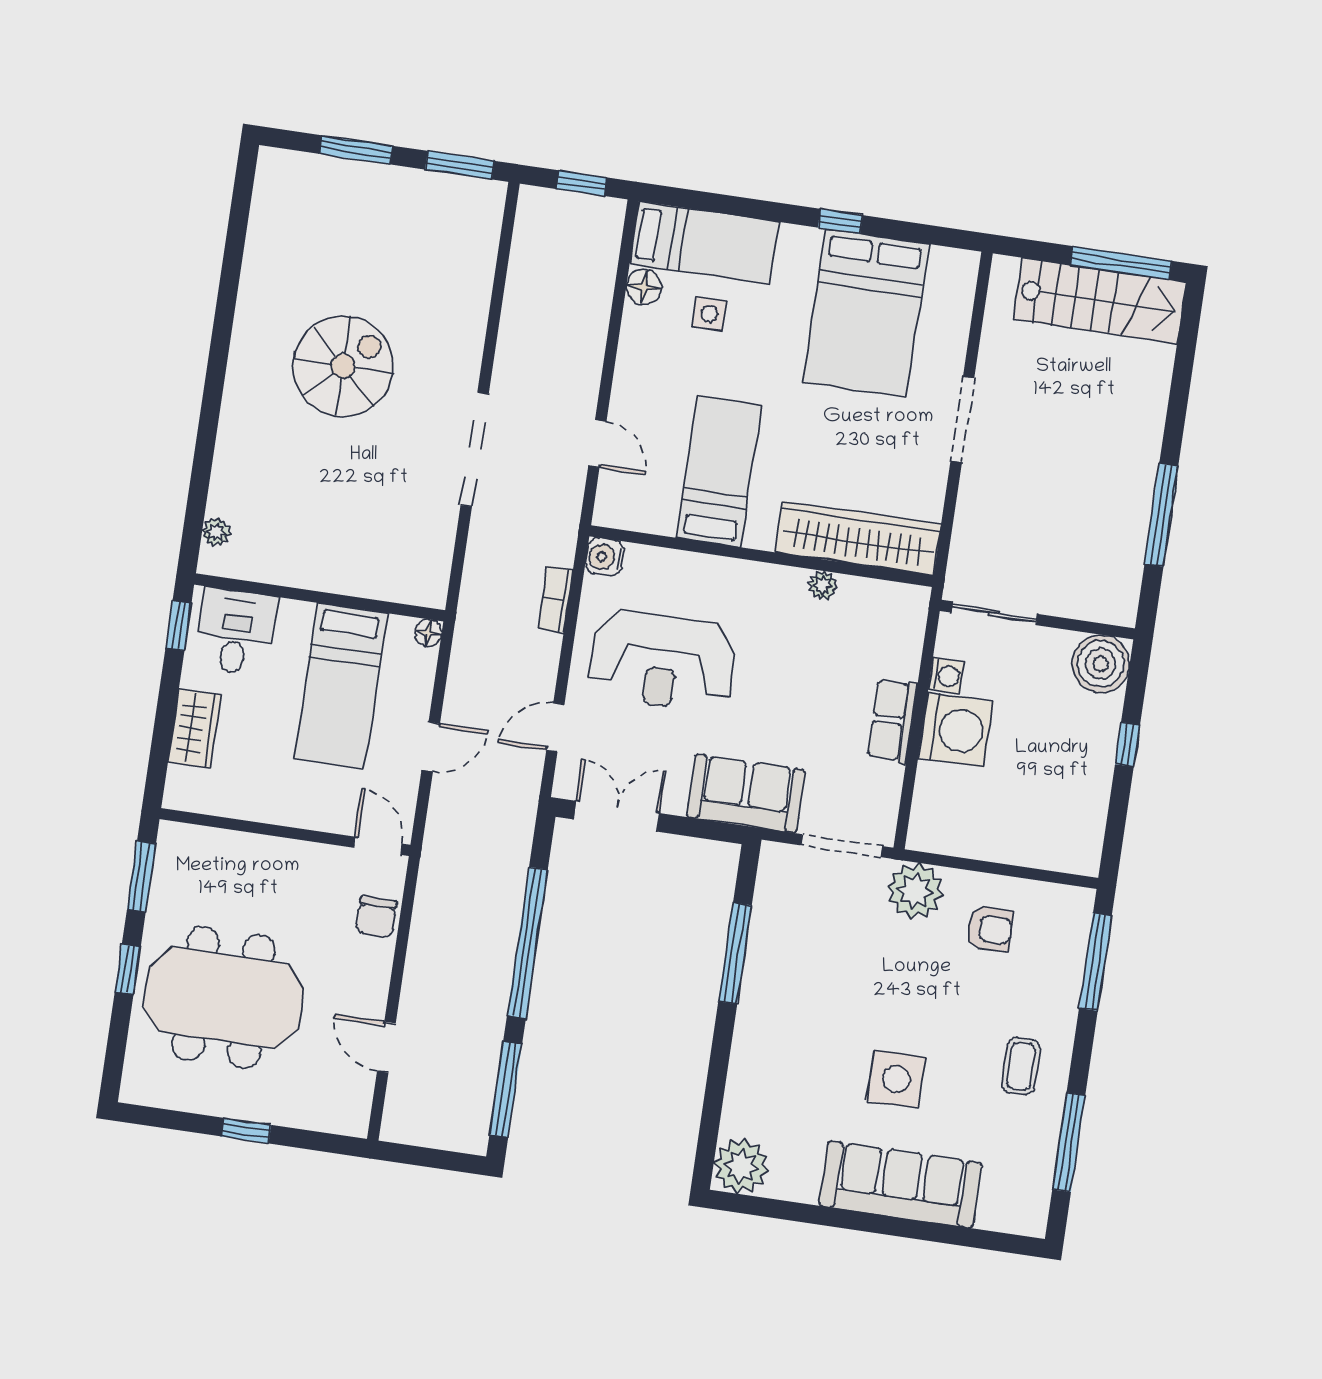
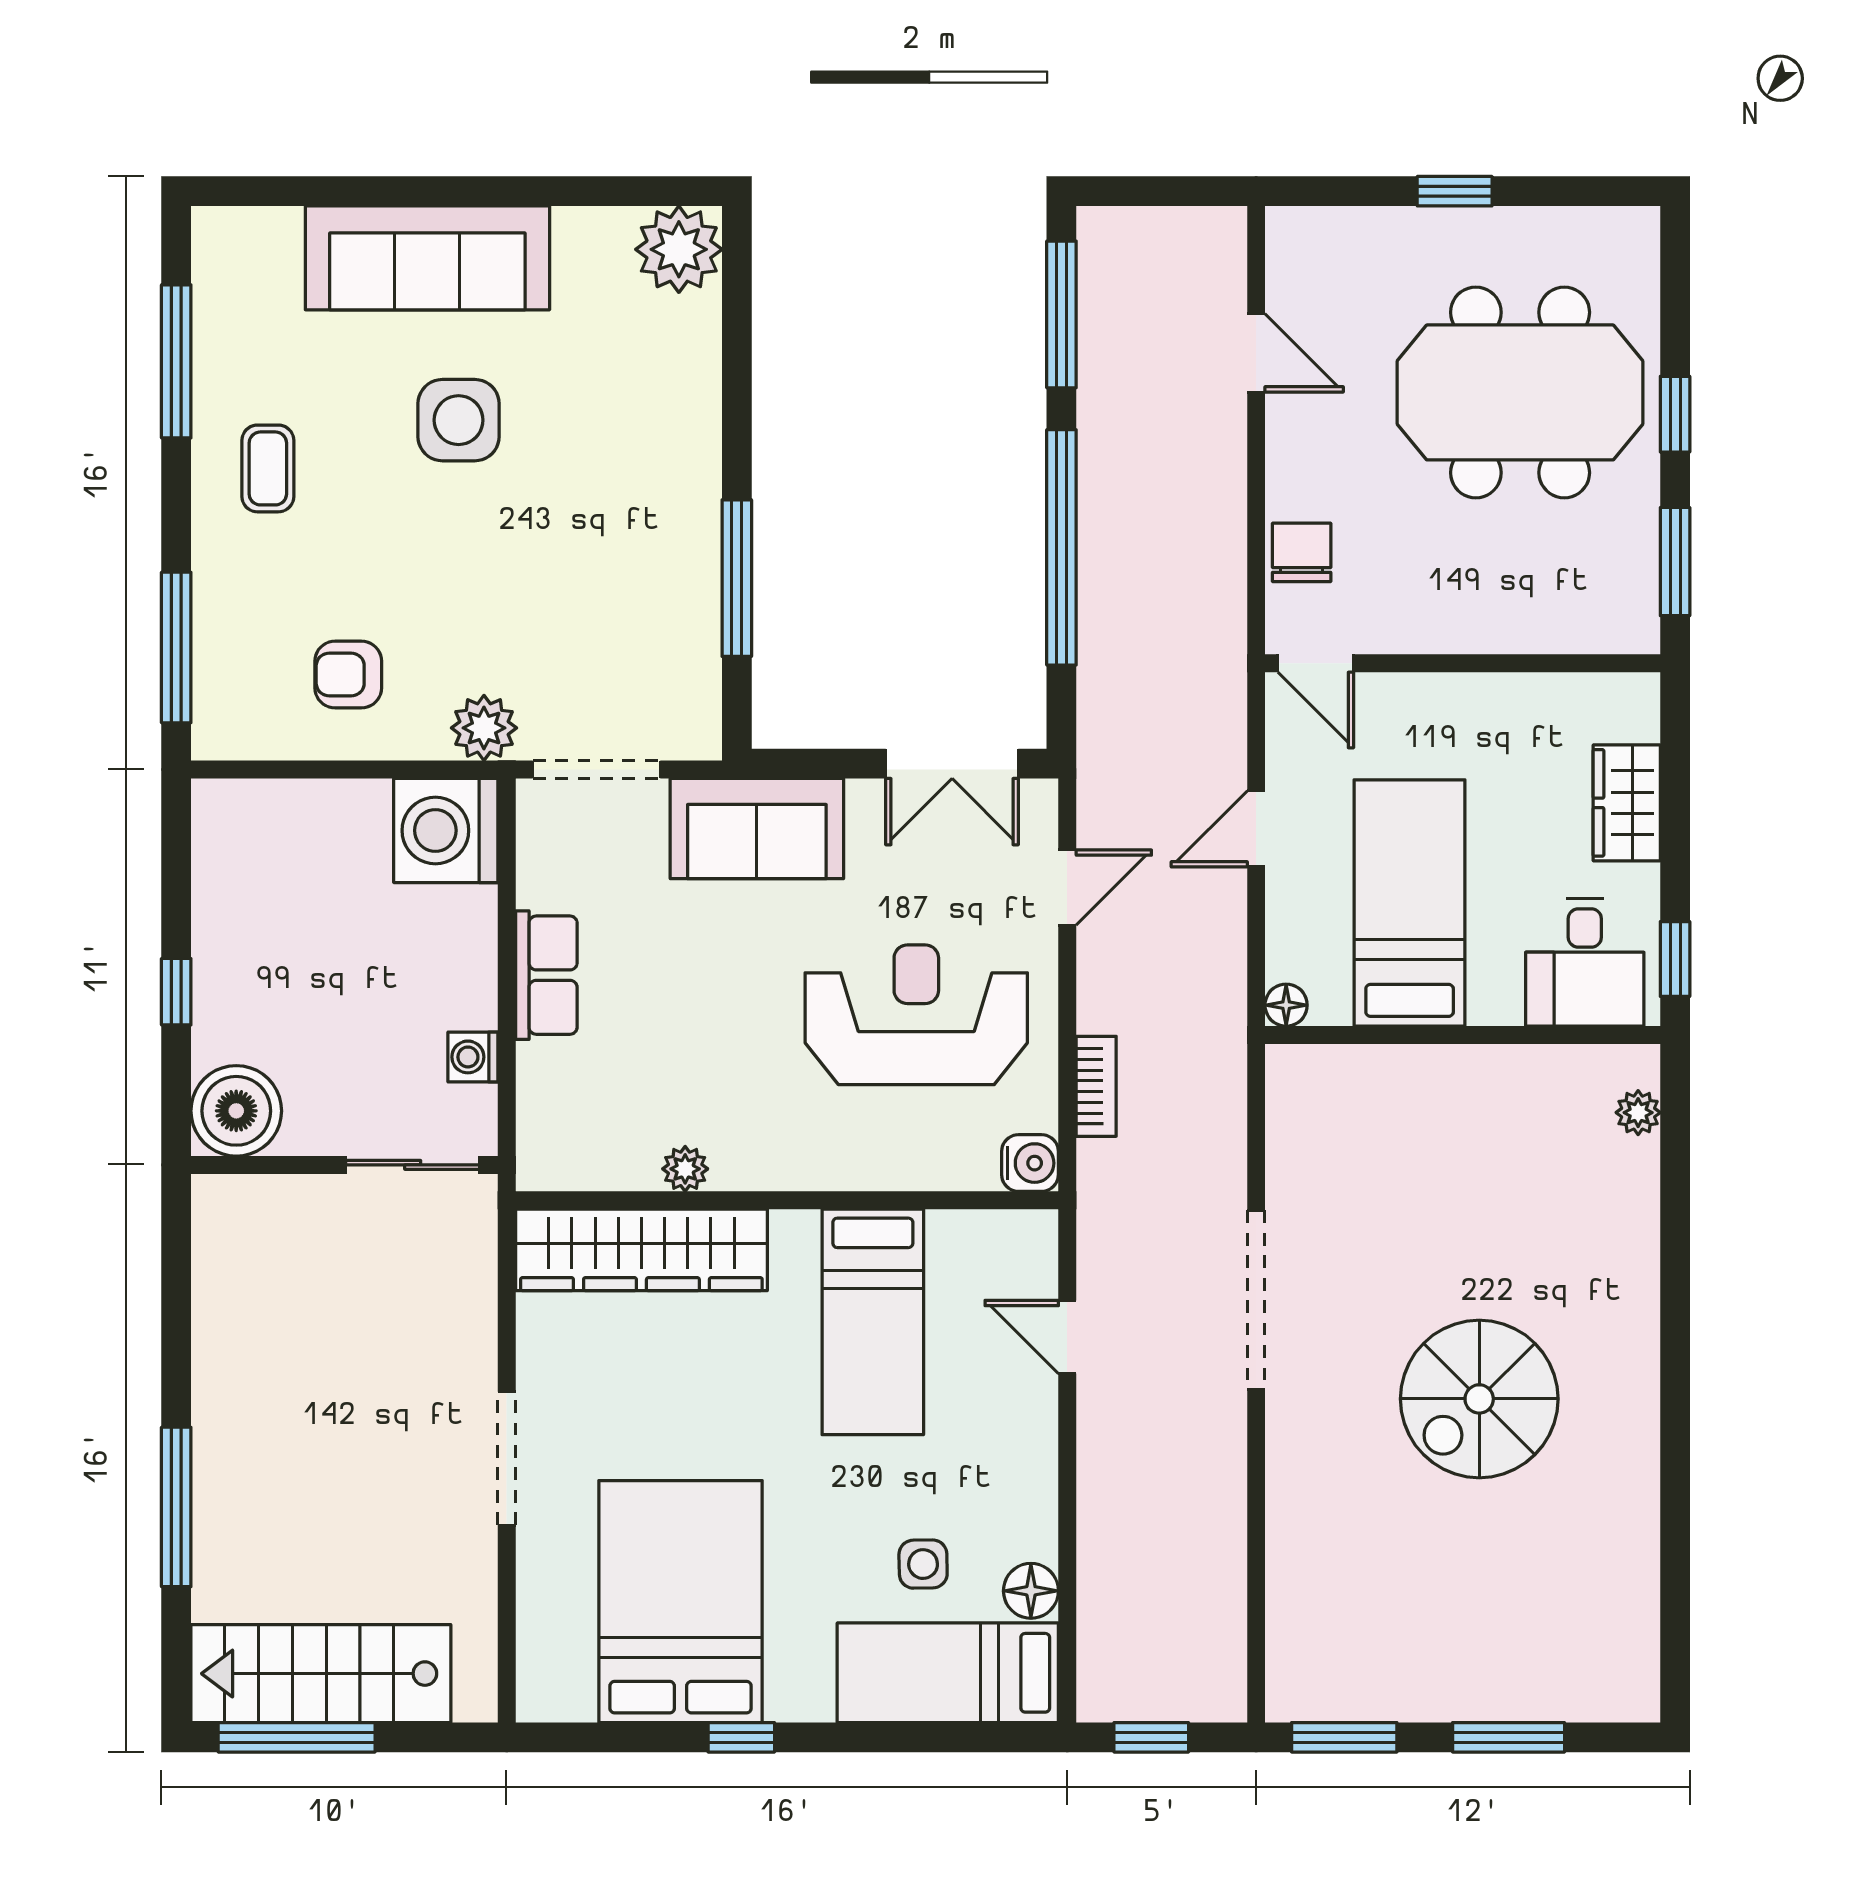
window: (1161, 515) -> (176, 1507), moved
washing machine: (956, 730) -> (446, 830), moved
plant: (915, 891) -> (484, 728), width x0.73, depth x0.73

